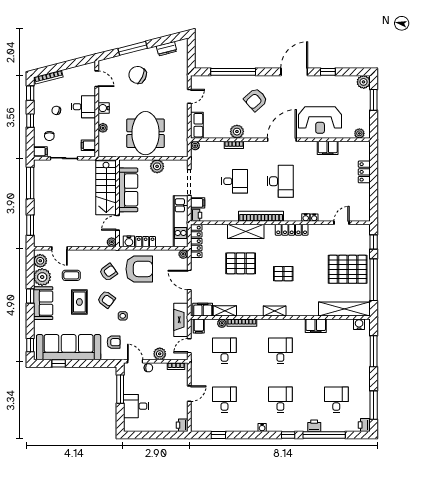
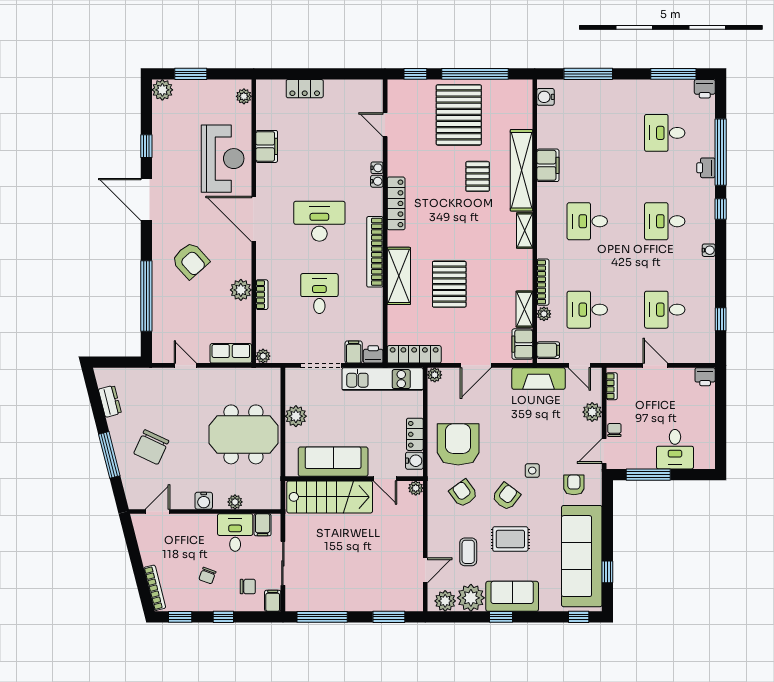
desk: (83, 107) -> (235, 533), moved
pallet: (283, 274) -> (478, 176), moved
shelving: (344, 309) -> (521, 170), moved

